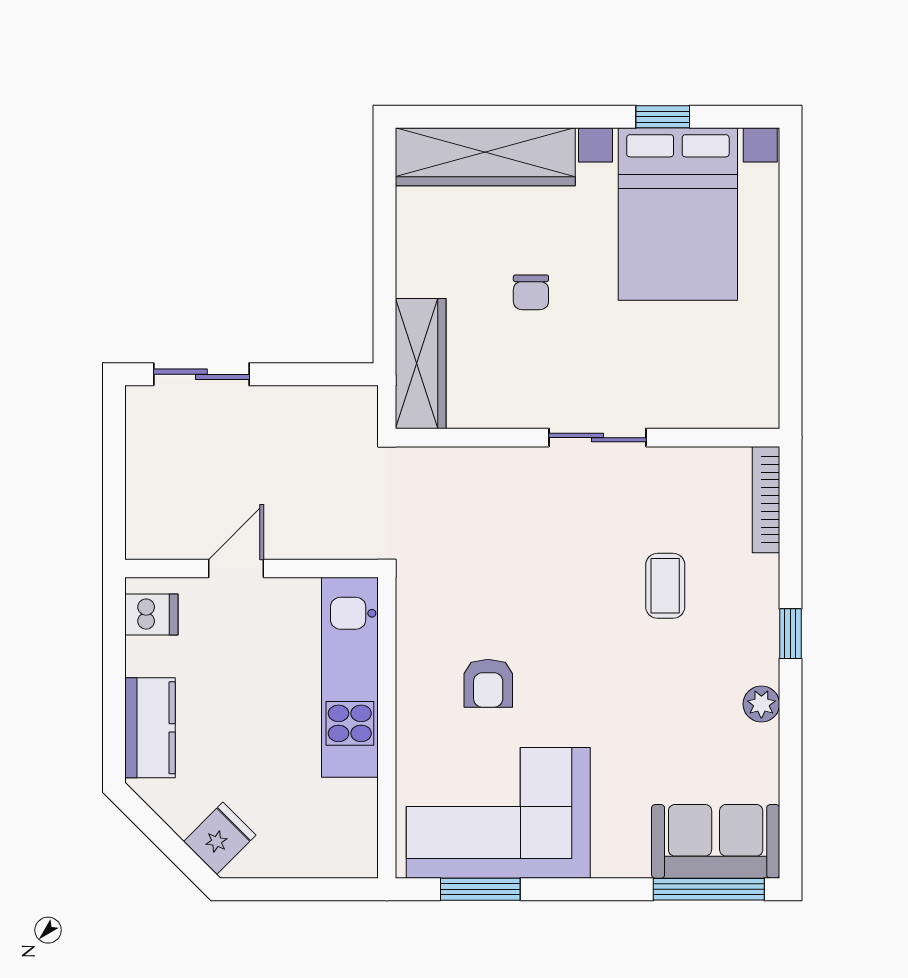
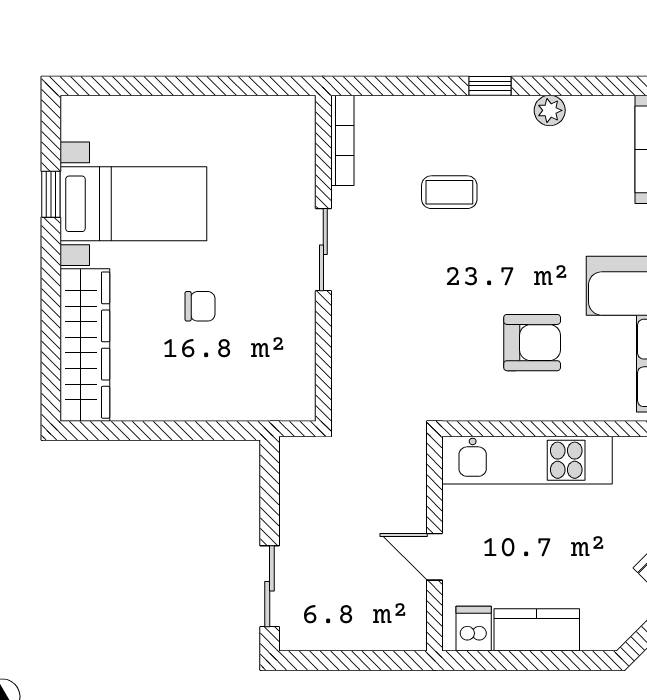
bed with nightstands: (678, 214) -> (133, 204), width x0.73
wardrobe: (421, 364) -> (261, 400), removed
bookcase: (766, 500) -> (342, 140), moved, turned -90
armchair: (488, 683) -> (532, 343), width x1.38, depth x1.38
kitchen counter: (150, 728) -> (537, 630), moved

